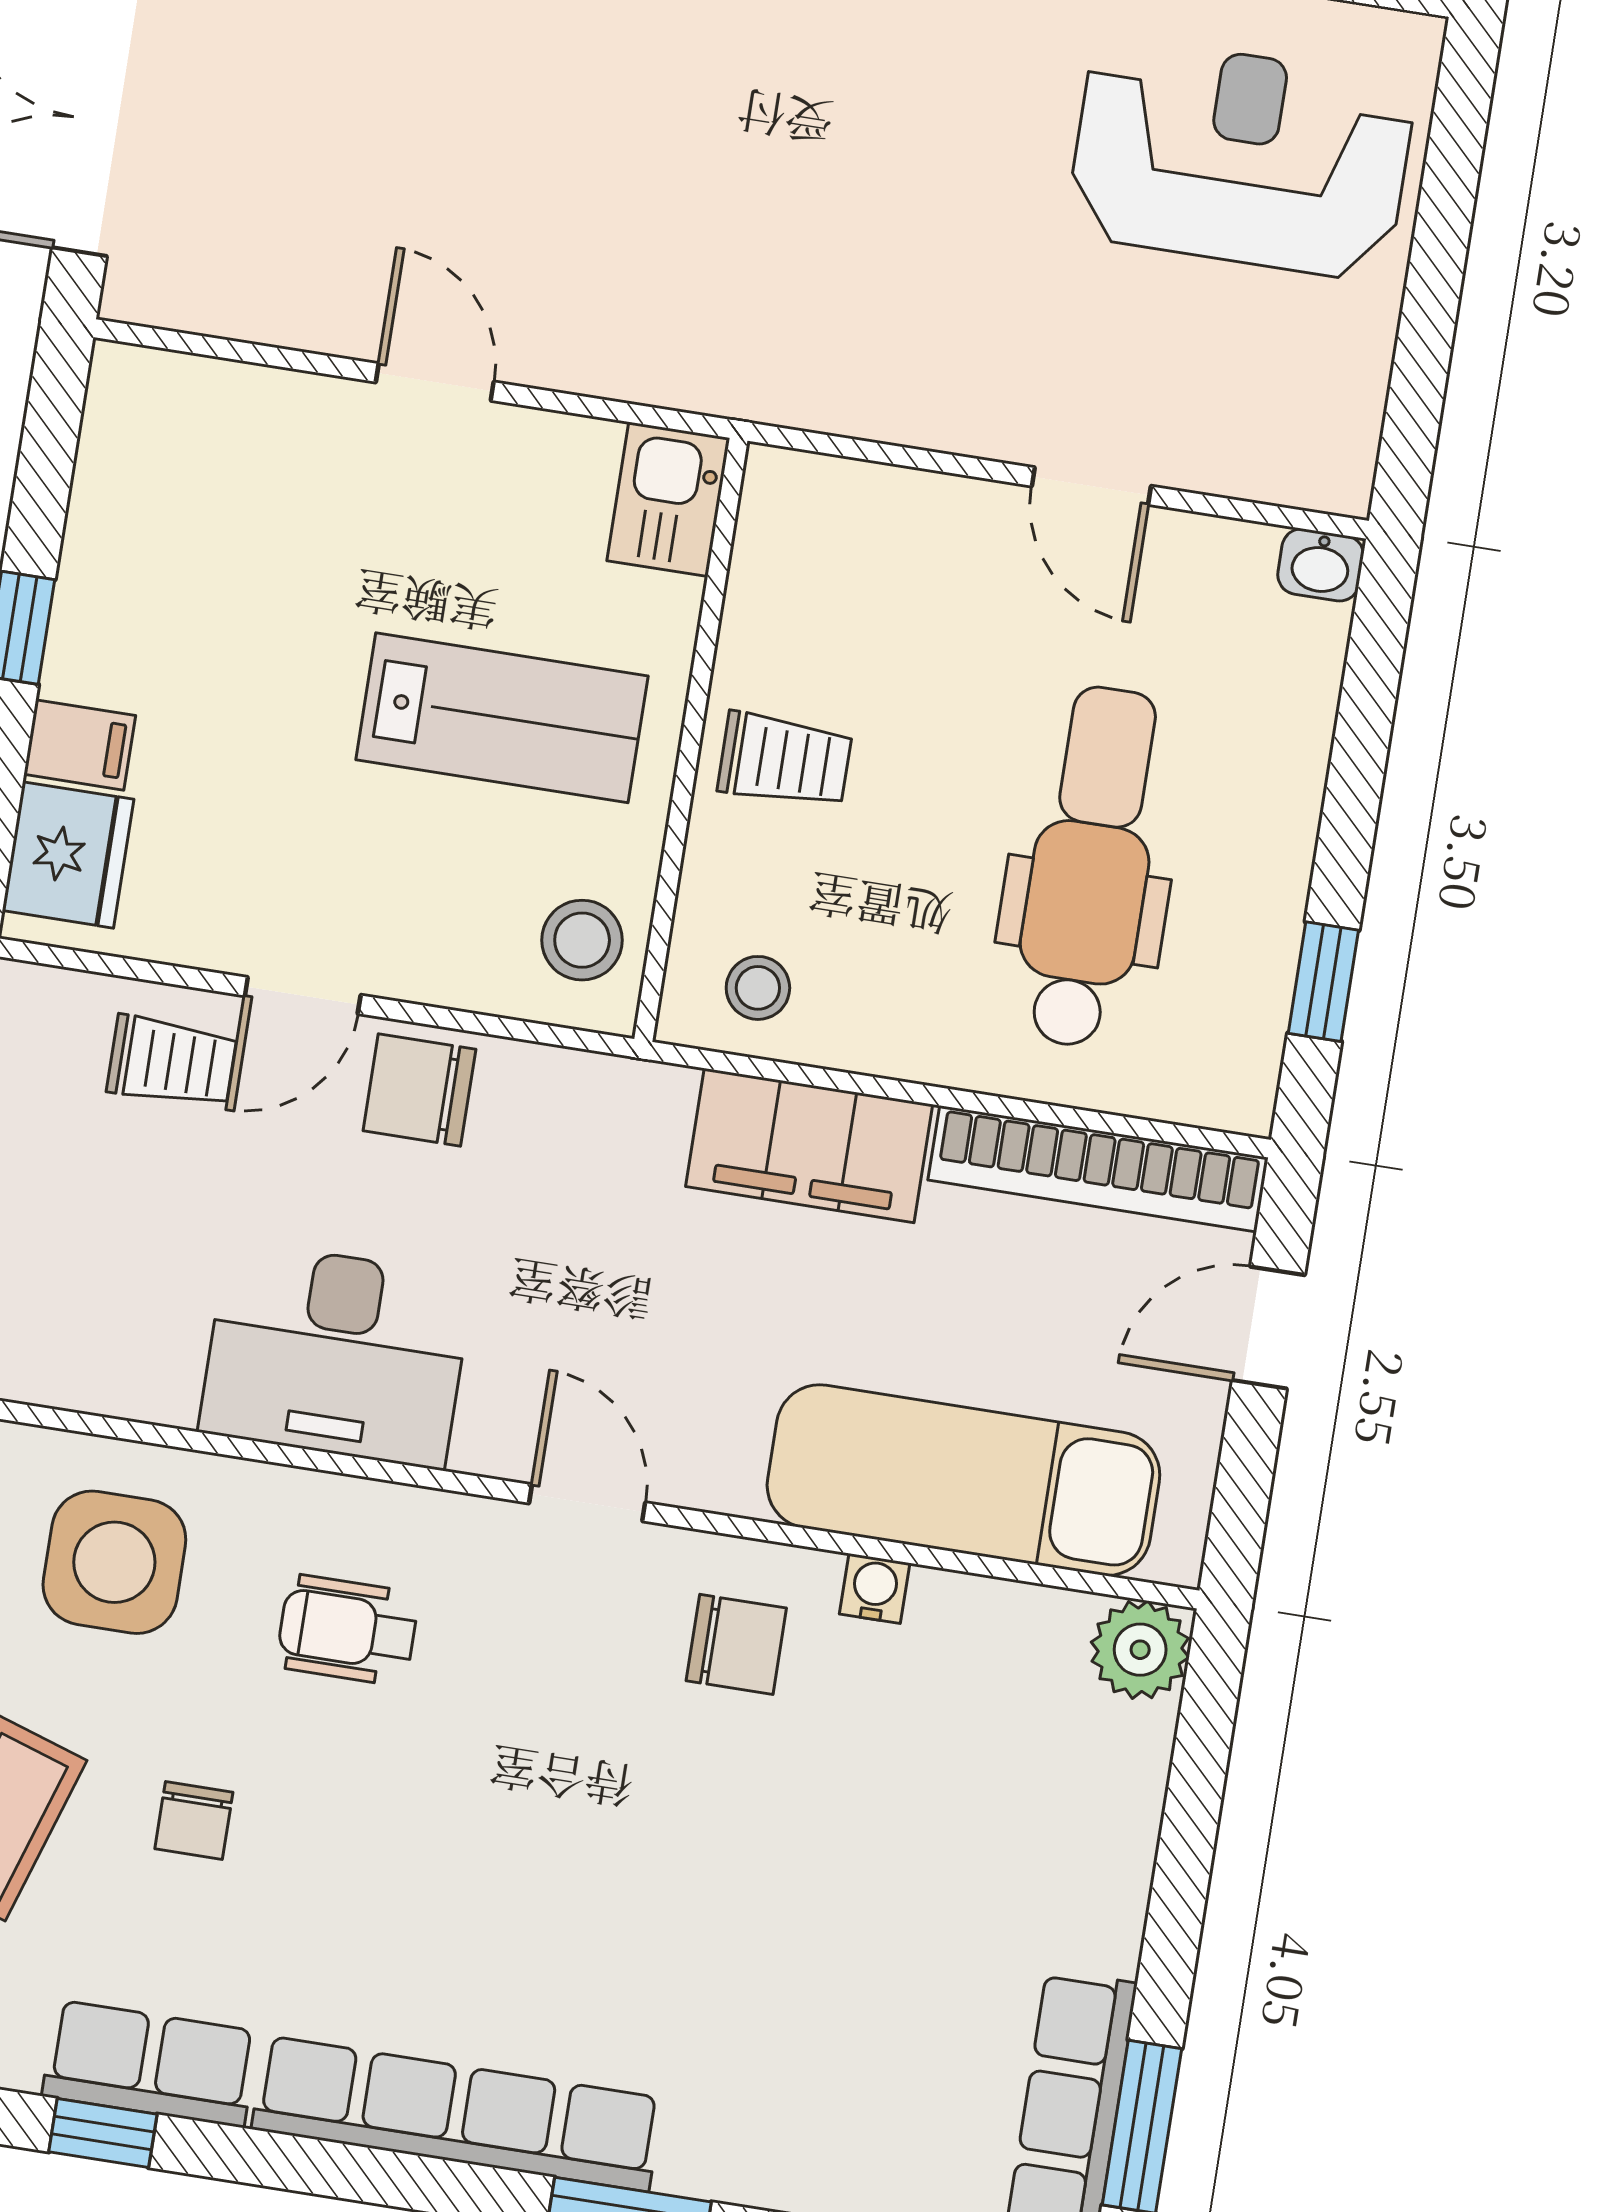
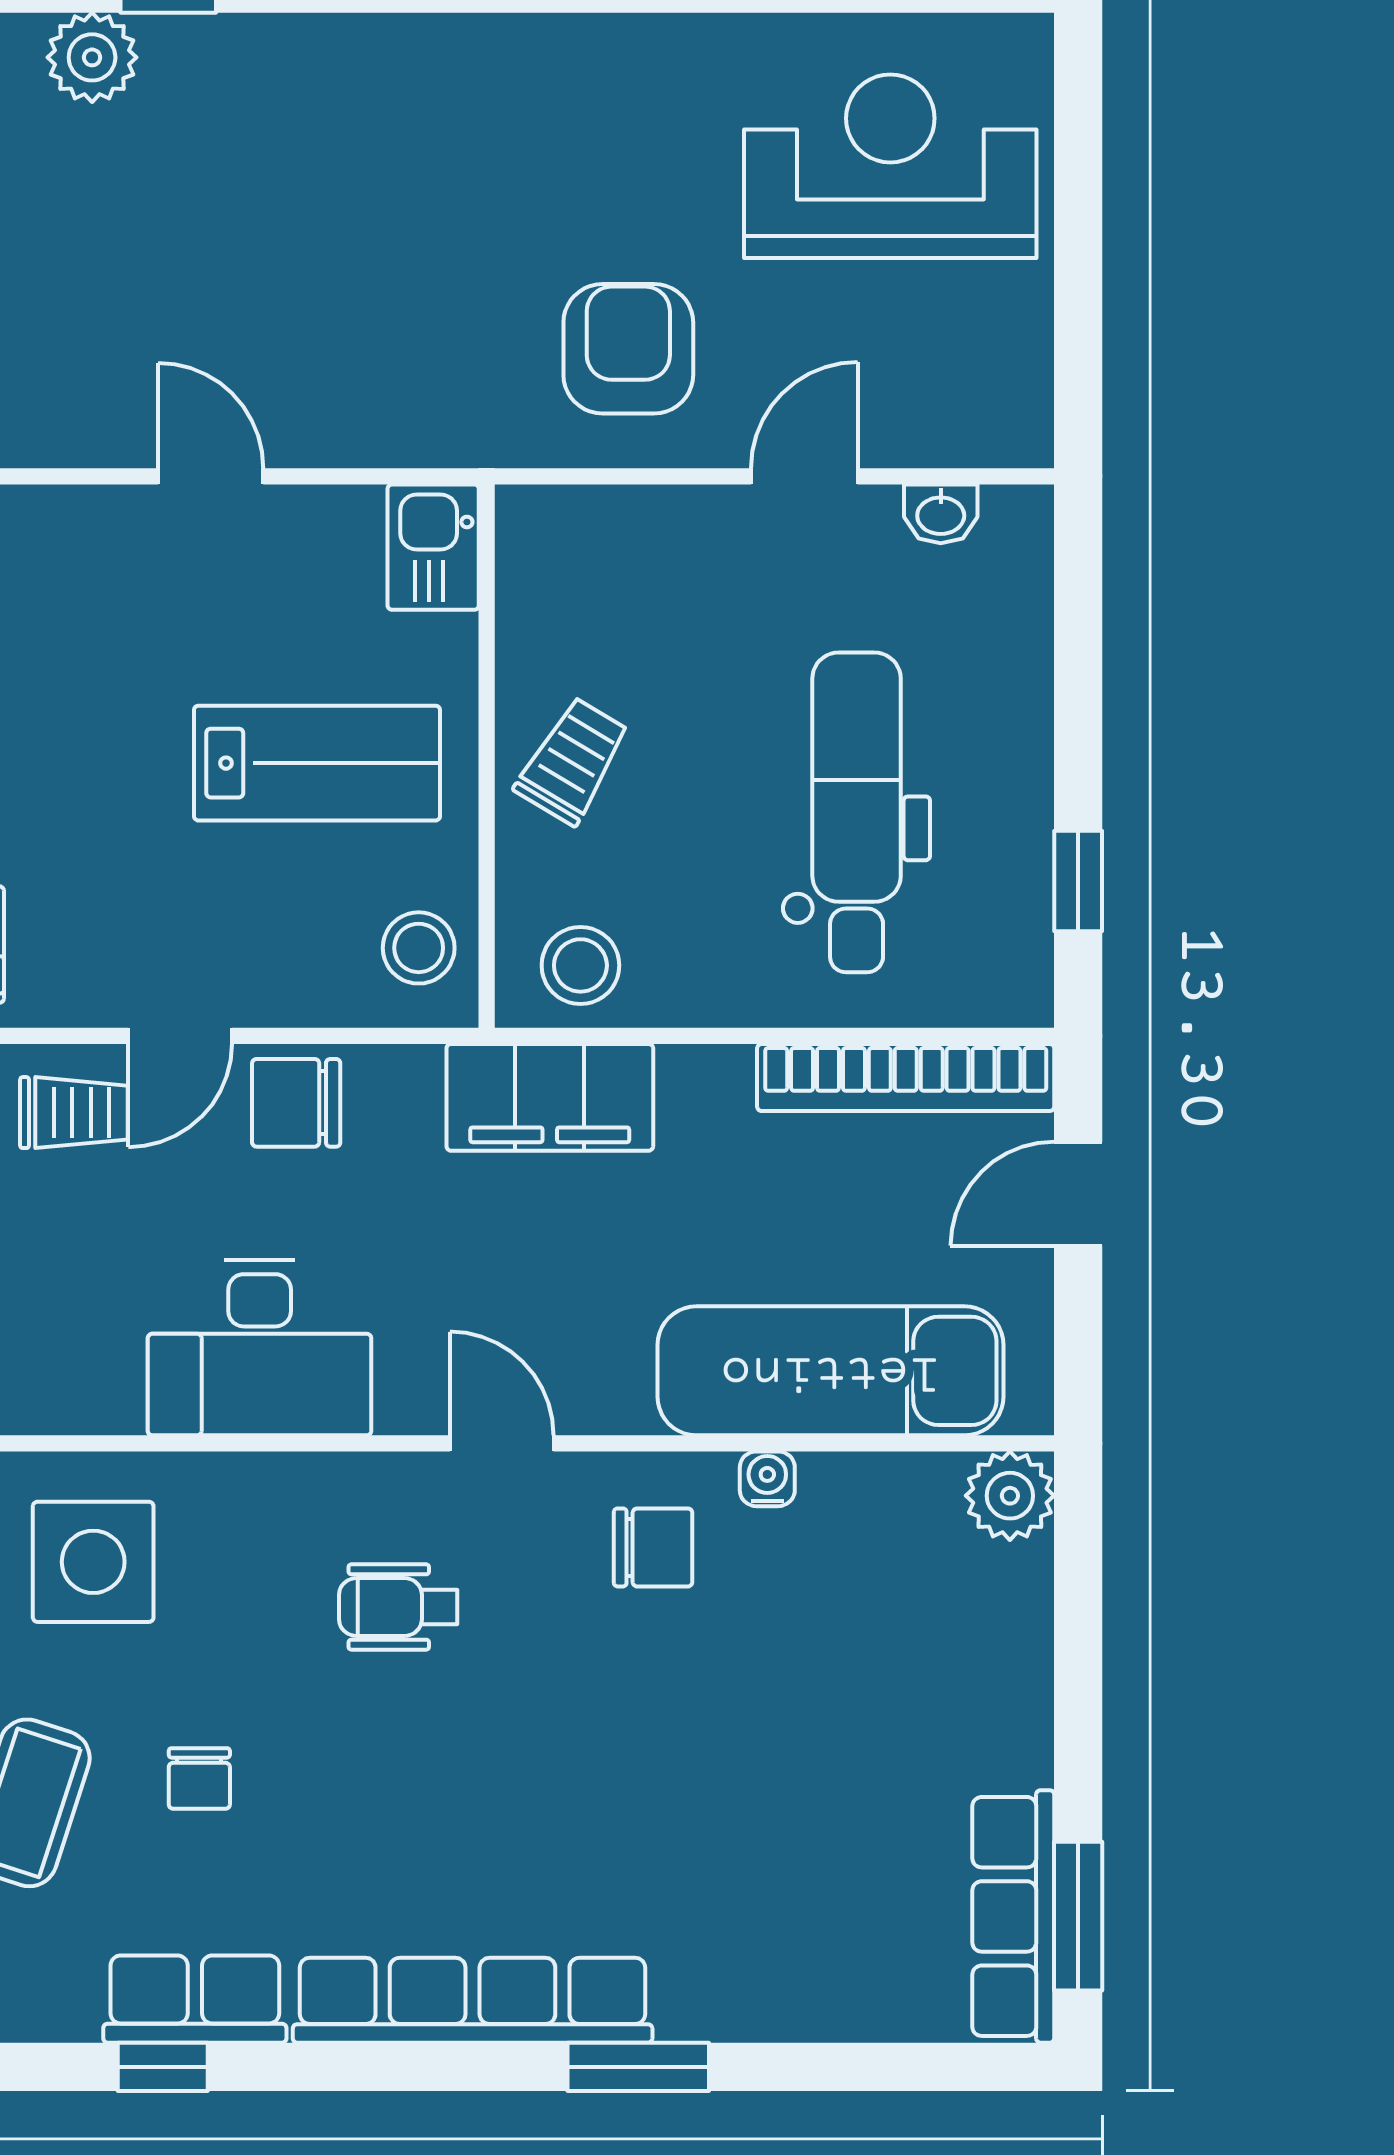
armchair: (919, 314) -> (628, 349), added
door: (1091, 486) -> (804, 476), swing flipped
washbasin: (1321, 565) -> (941, 514), moved
trolley: (785, 760) -> (572, 761), turned -59
stool: (758, 988) -> (580, 965), width x1.37, depth x1.37
filing cabinet: (809, 1146) -> (550, 1097), moved
wheelchair: (348, 1630) -> (398, 1607), moved

